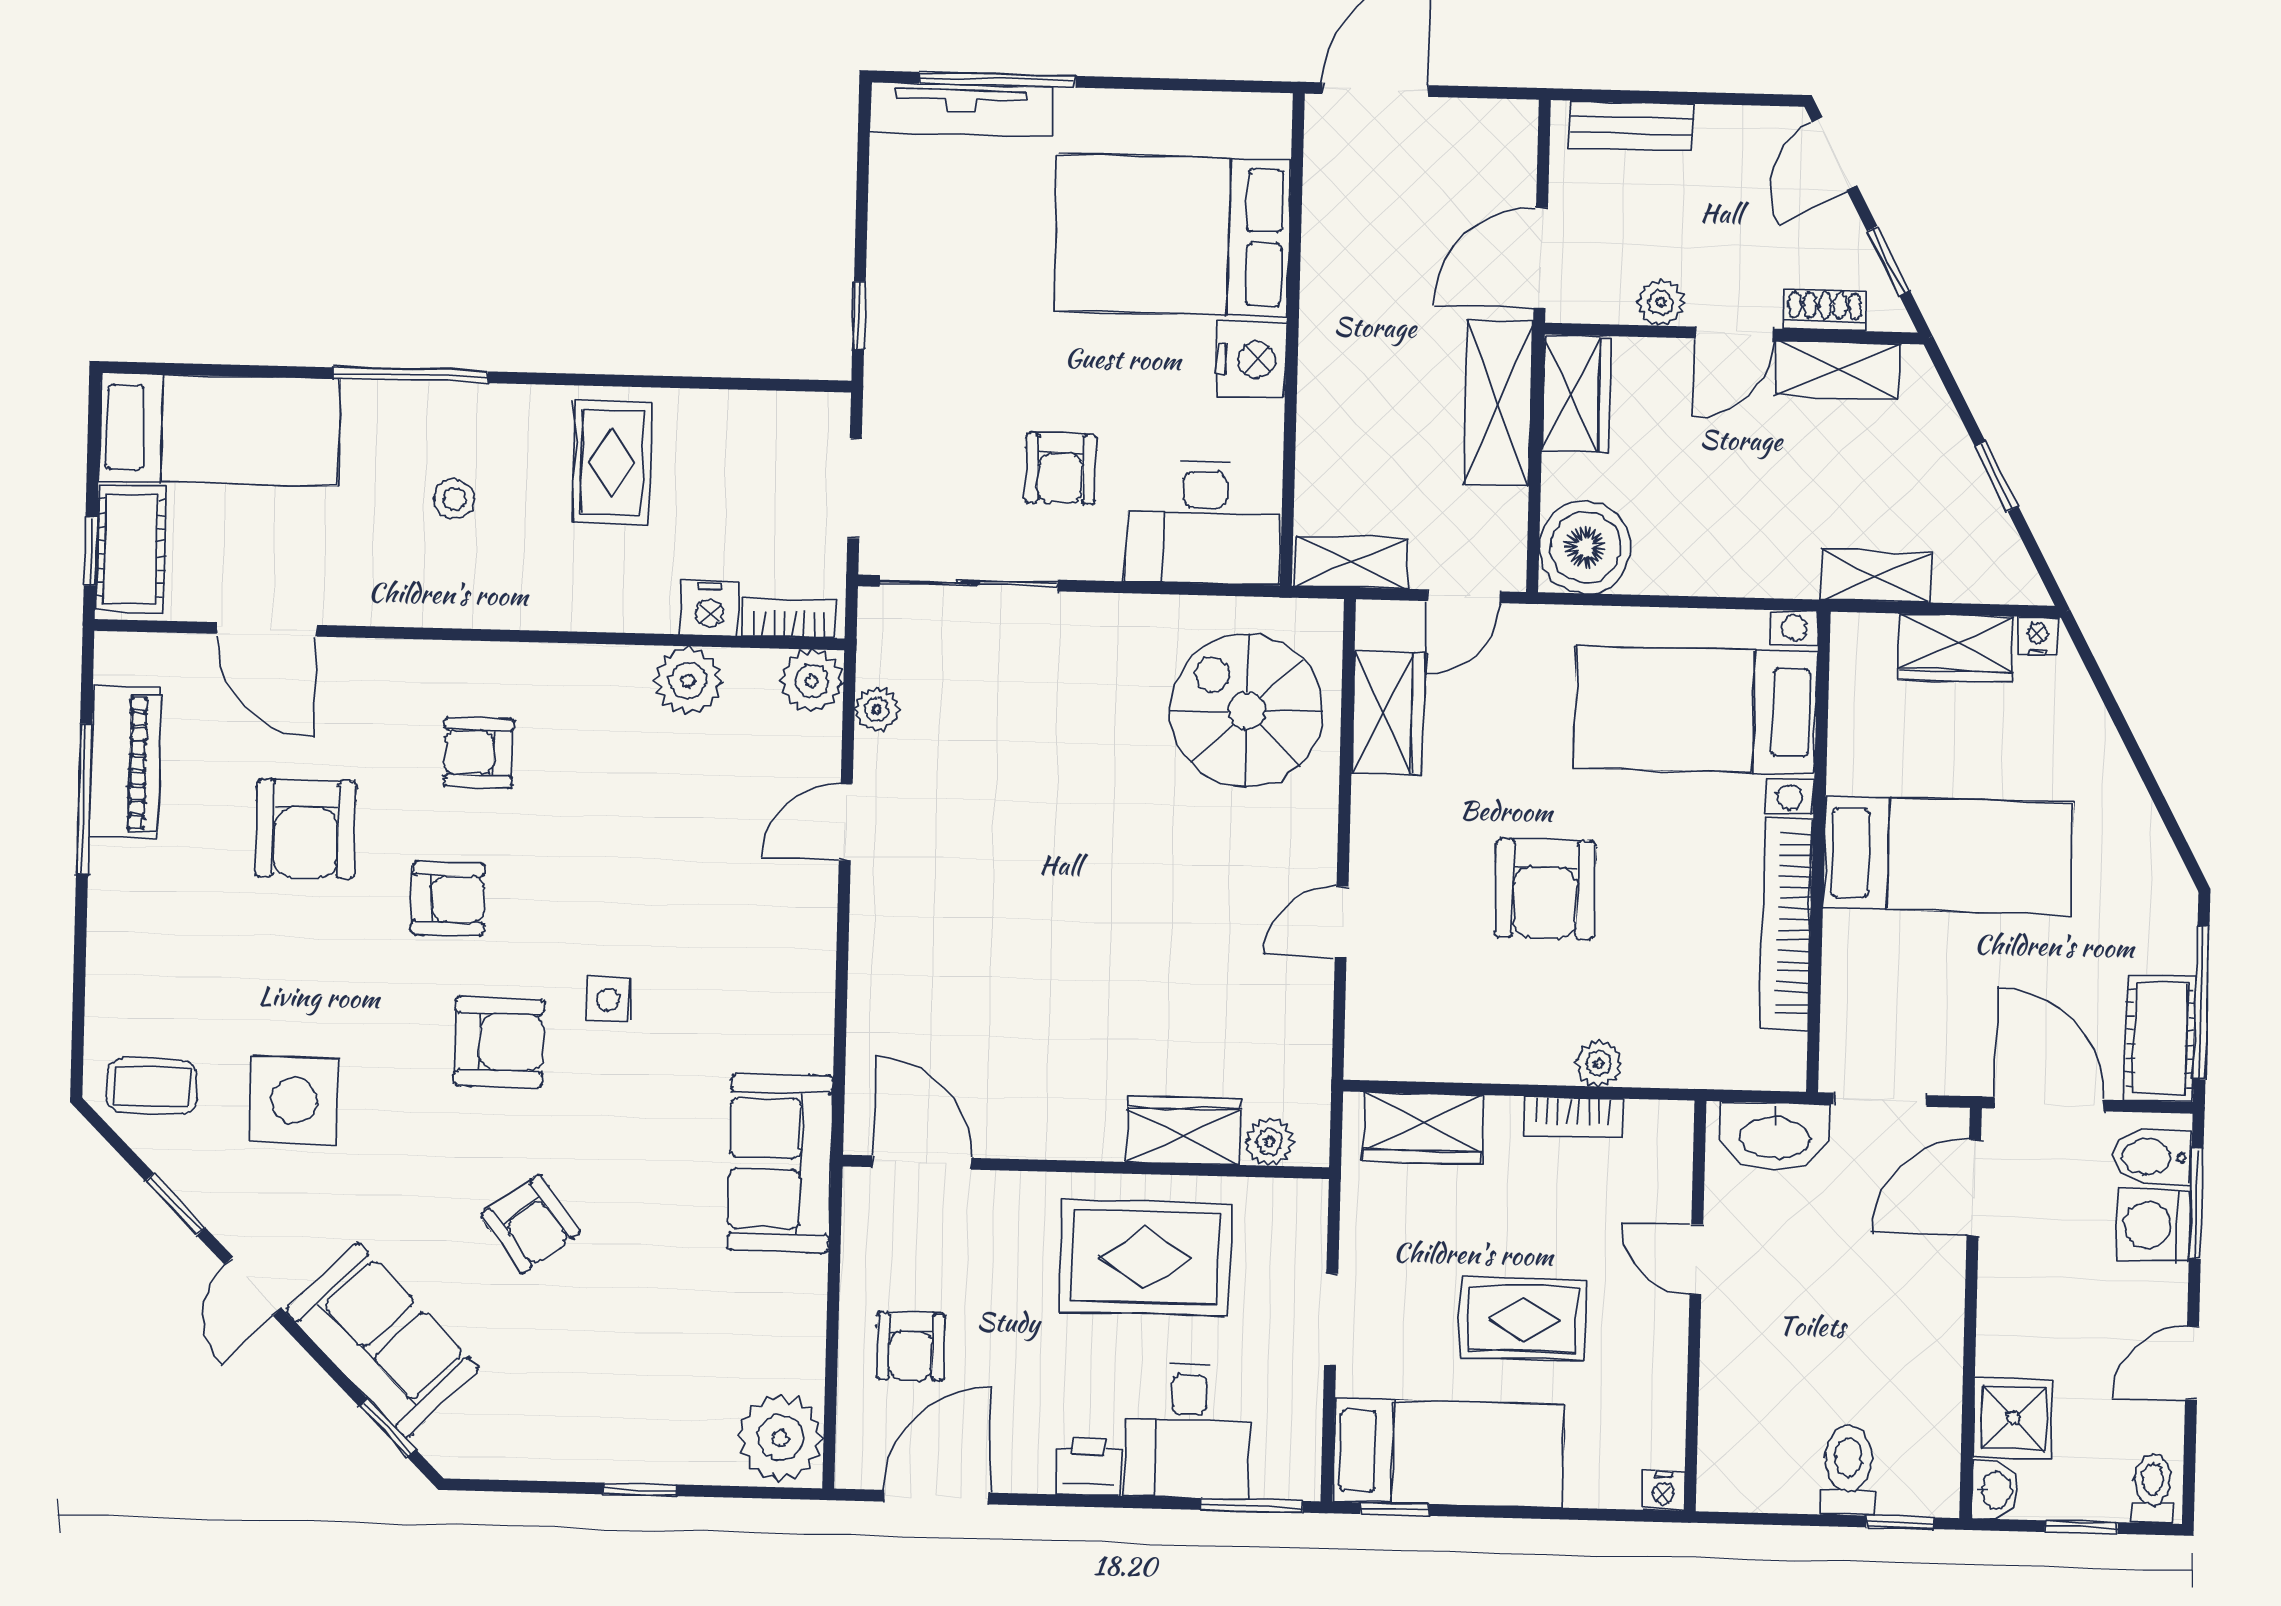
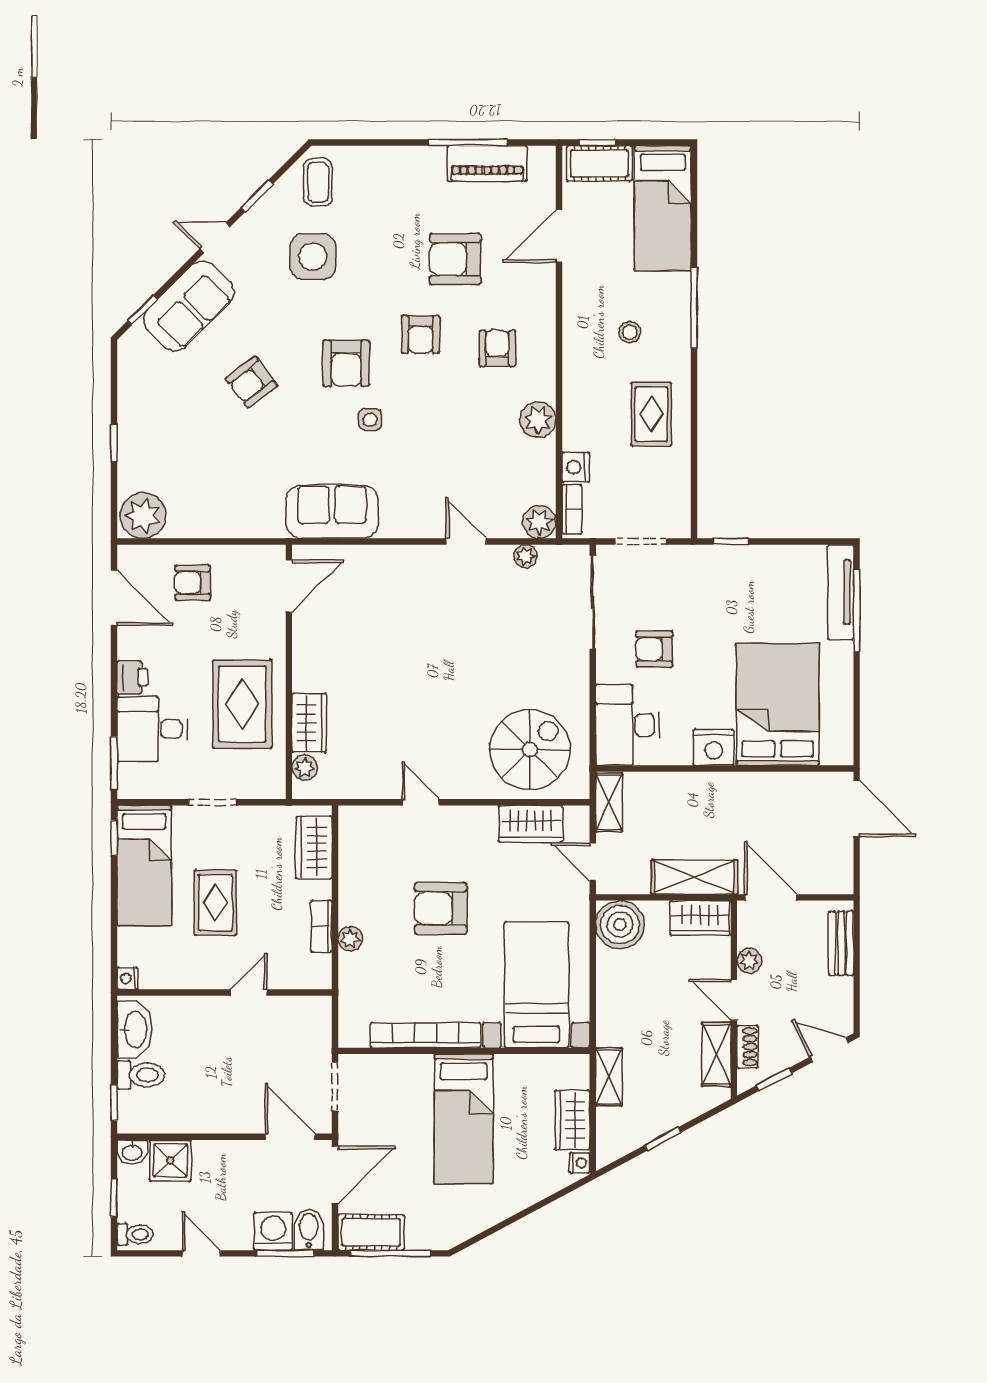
rug: (612, 462) -> (651, 414), turned 90
plant: (688, 680) -> (538, 420), moved
washbasin: (1775, 1136) -> (135, 1029), moved, turned 180
sofa: (780, 1163) -> (332, 512), moved

